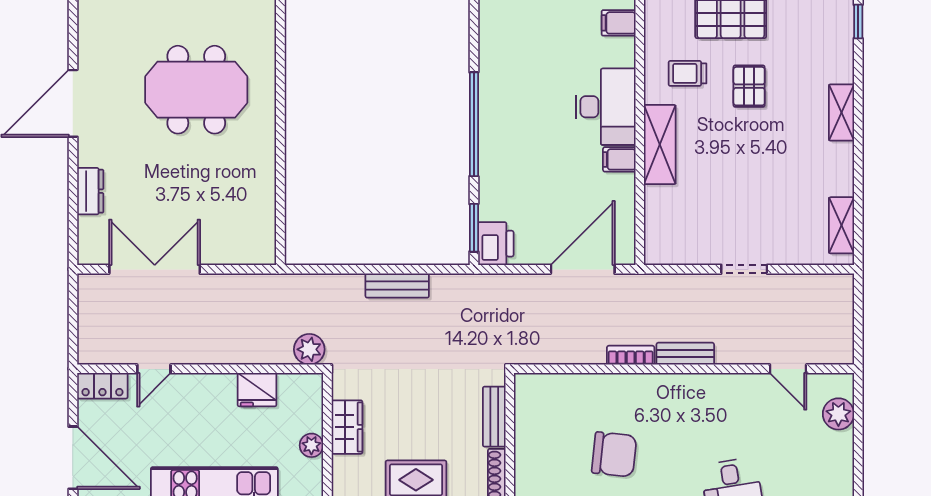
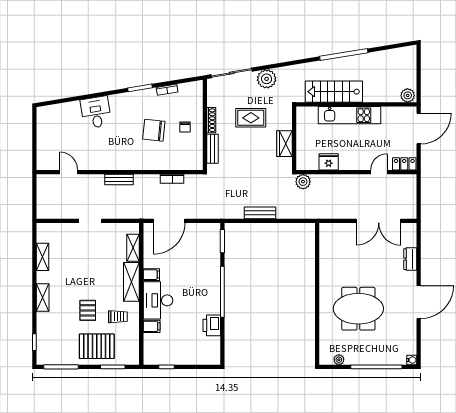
filing cabinet: (619, 23) -> (152, 326), moved
shelving: (656, 214) -> (133, 248), added
shelving: (841, 225) -> (43, 257), moved
printer: (496, 244) -> (212, 325), moved
bookcase: (631, 355) -> (172, 179), moved
plant: (838, 414) -> (44, 150), removed
plant: (311, 445) -> (302, 135), removed
door: (73, 458) -> (419, 129), swing flipped
chair: (550, 461) -> (185, 127), added

